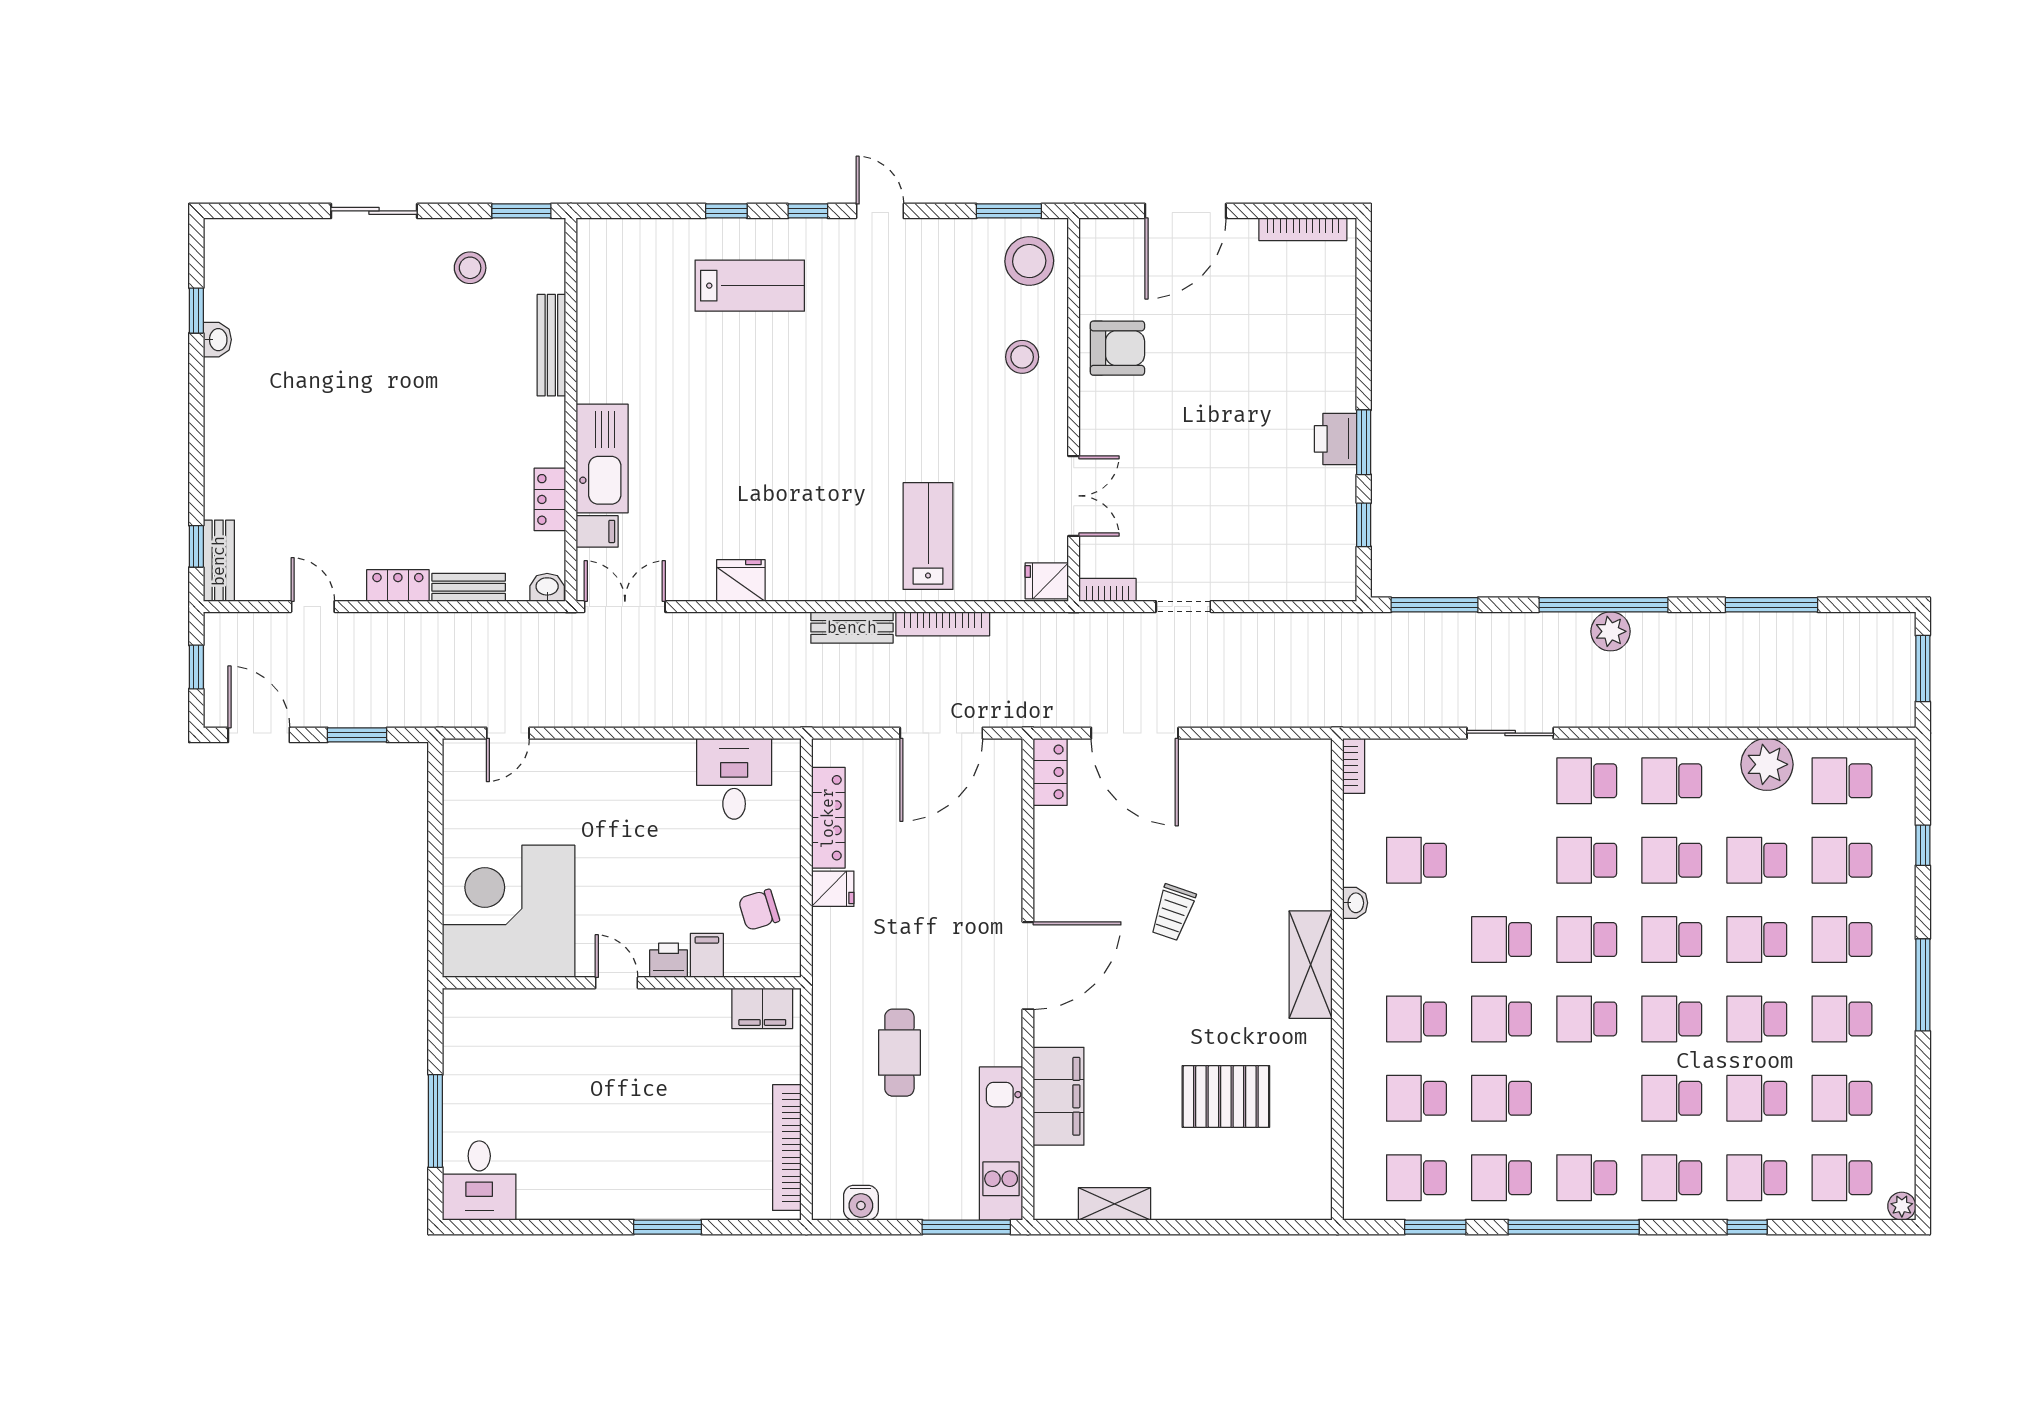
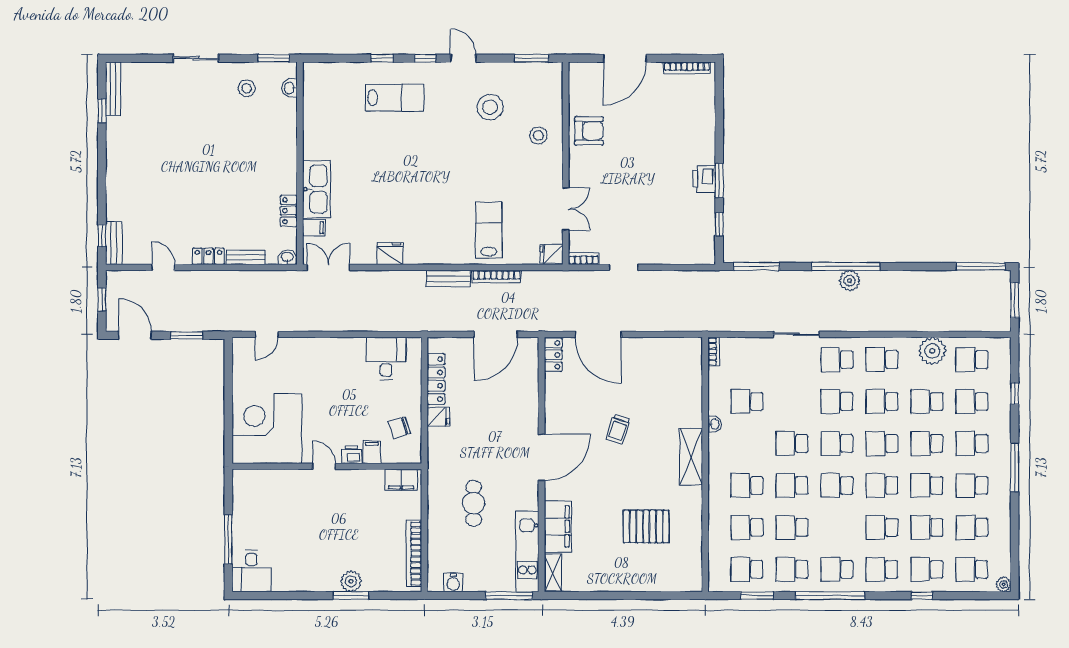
stool: (1029, 261) -> (490, 107), moved
washbasin: (217, 340) -> (290, 88), moved, turned 180
bench: (551, 345) -> (113, 89), moved
window: (1771, 605) -> (981, 266), moved
plant: (668, 1200) -> (351, 581), added
shelving: (1115, 1204) -> (553, 573), moved, turned 90

